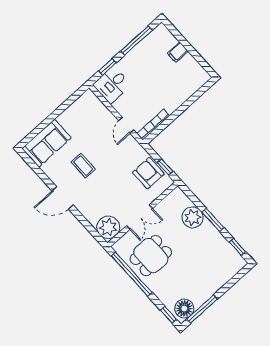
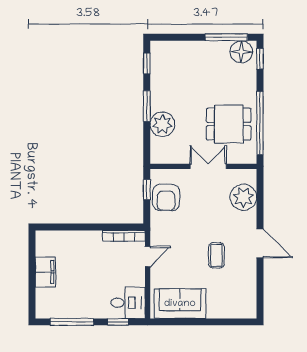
filing cabinet: (178, 52) -> (45, 272), width x2.00
sofa: (46, 143) -> (180, 304), moved
plant: (108, 227) -> (243, 197), moved

